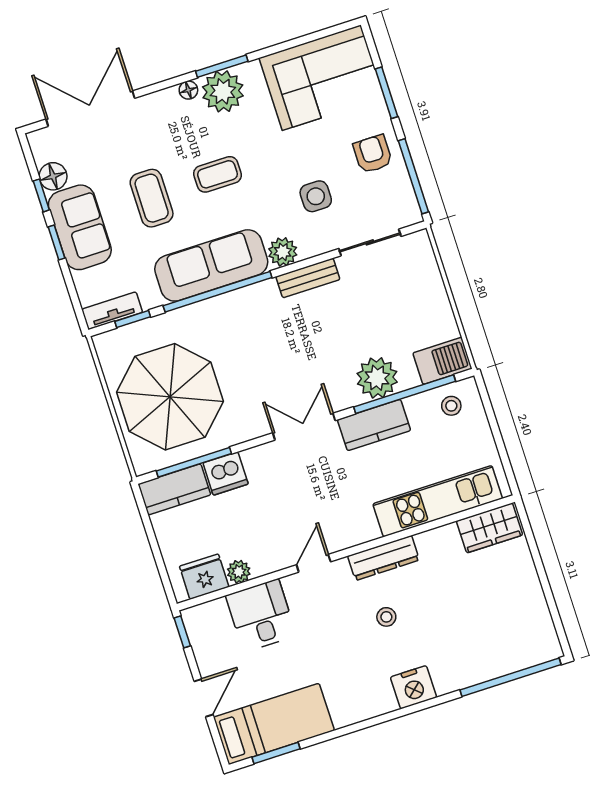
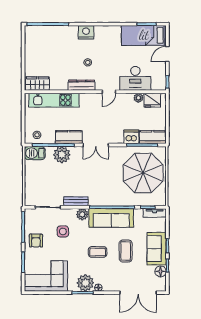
desk: (261, 615) -> (135, 78), width x1.37

